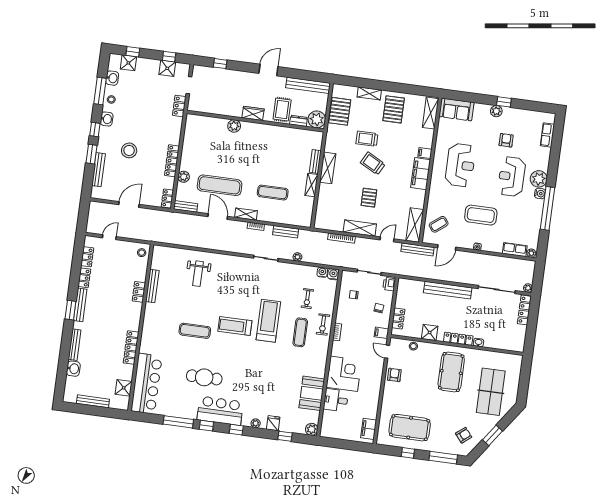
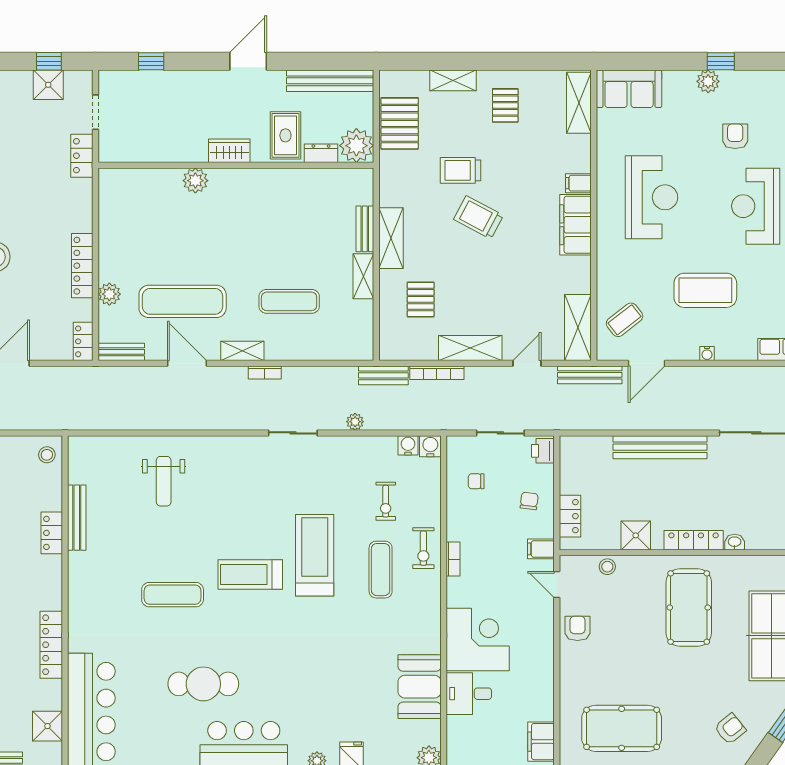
pallet: (394, 109) -> (505, 105), width x0.67, depth x0.71
pallet: (369, 198) -> (421, 299), moved
bench: (286, 232) -> (383, 375), moved

